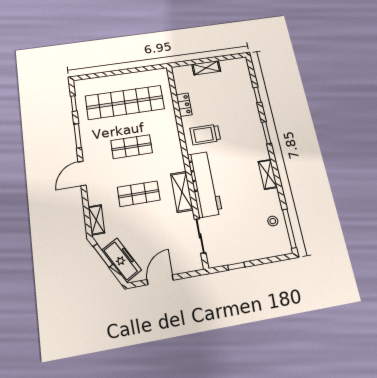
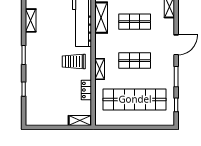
shelving: (206, 68) -> (80, 121), moved
shelving: (173, 131) -> (100, 69), added
trolley: (205, 135) -> (74, 61), turned 180

